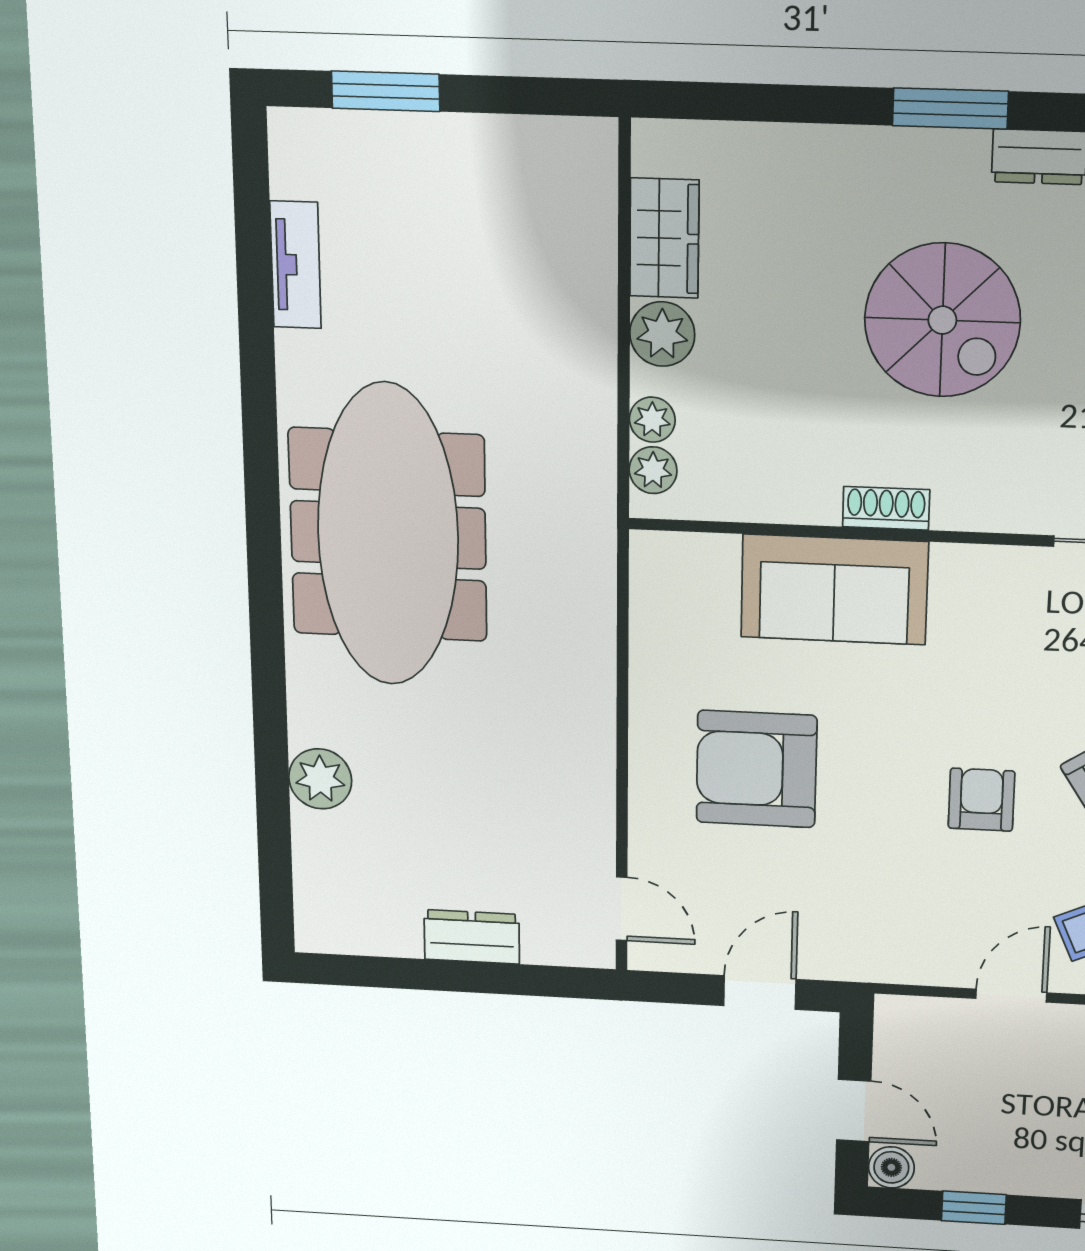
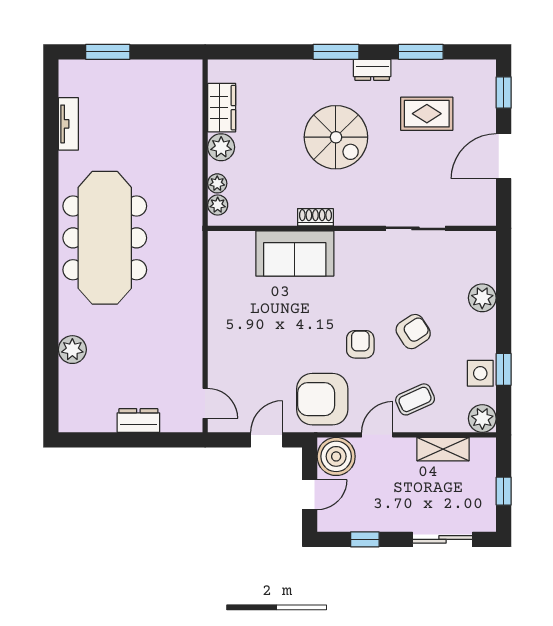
armchair: (756, 769) -> (322, 399), moved
door: (854, 1111) -> (310, 495), hinge flipped
boiler: (891, 1167) -> (336, 456), moved, width x1.86, depth x1.86

